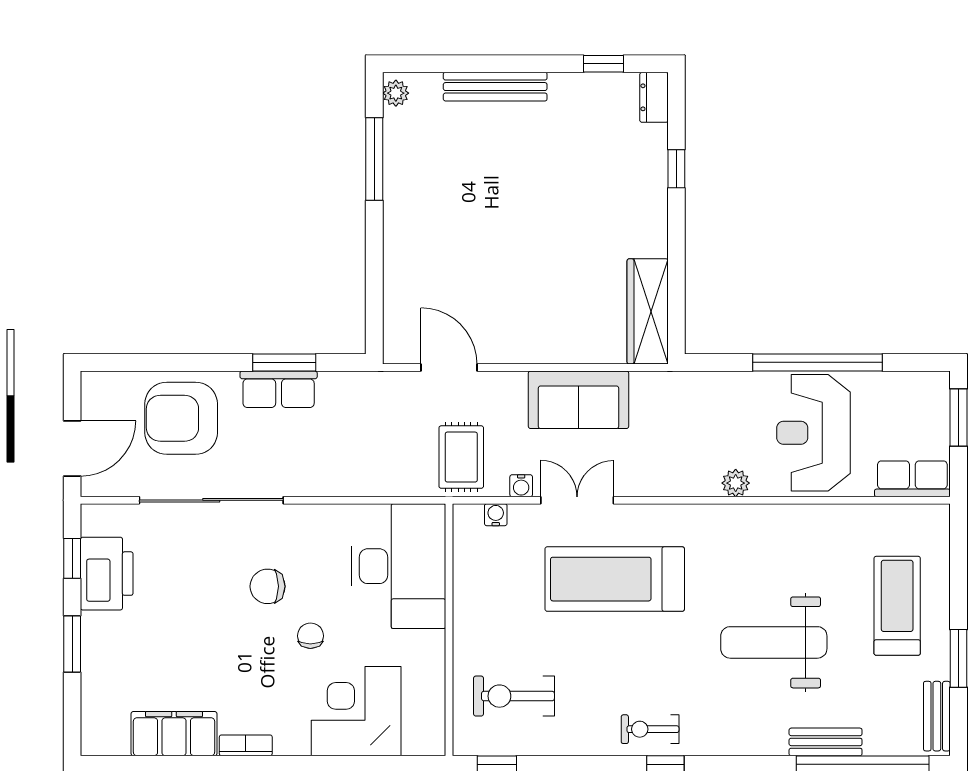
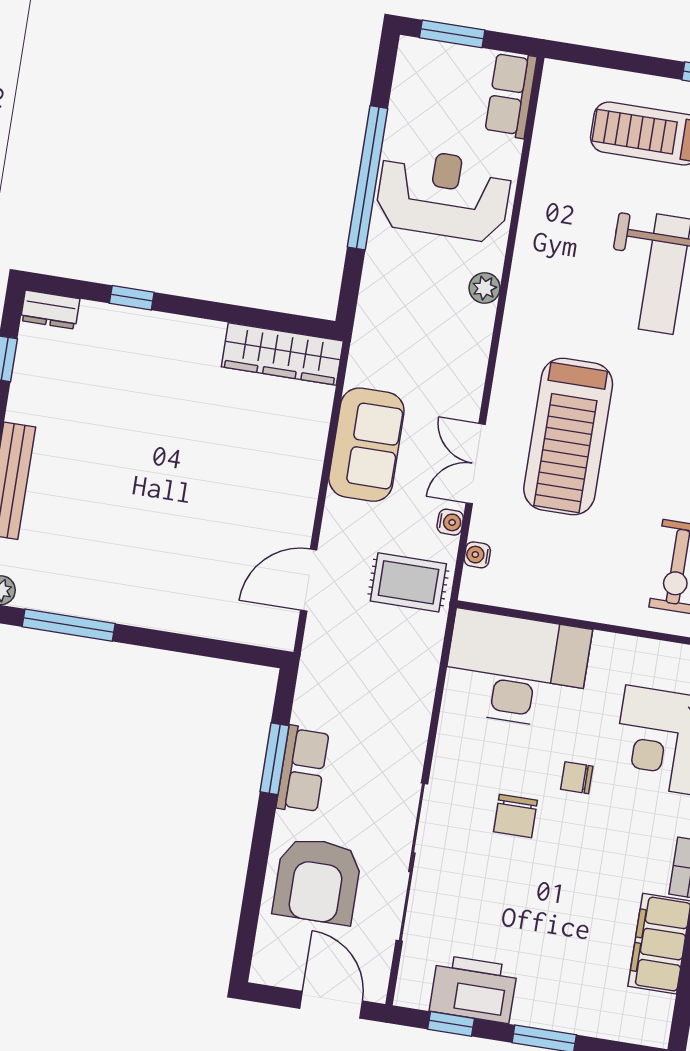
reception desk: (813, 433) -> (443, 194), turned 180

